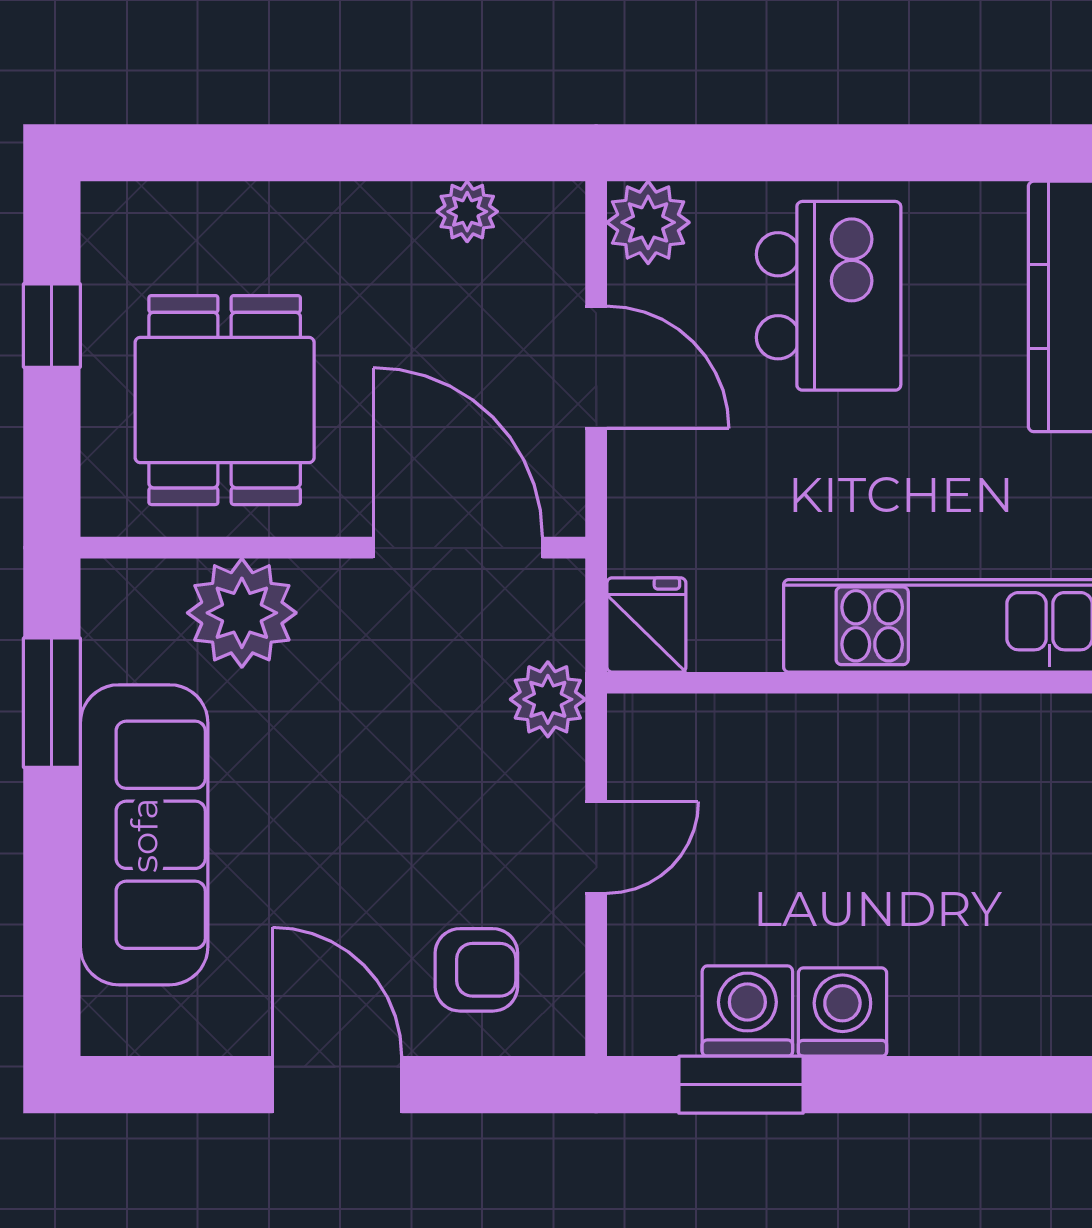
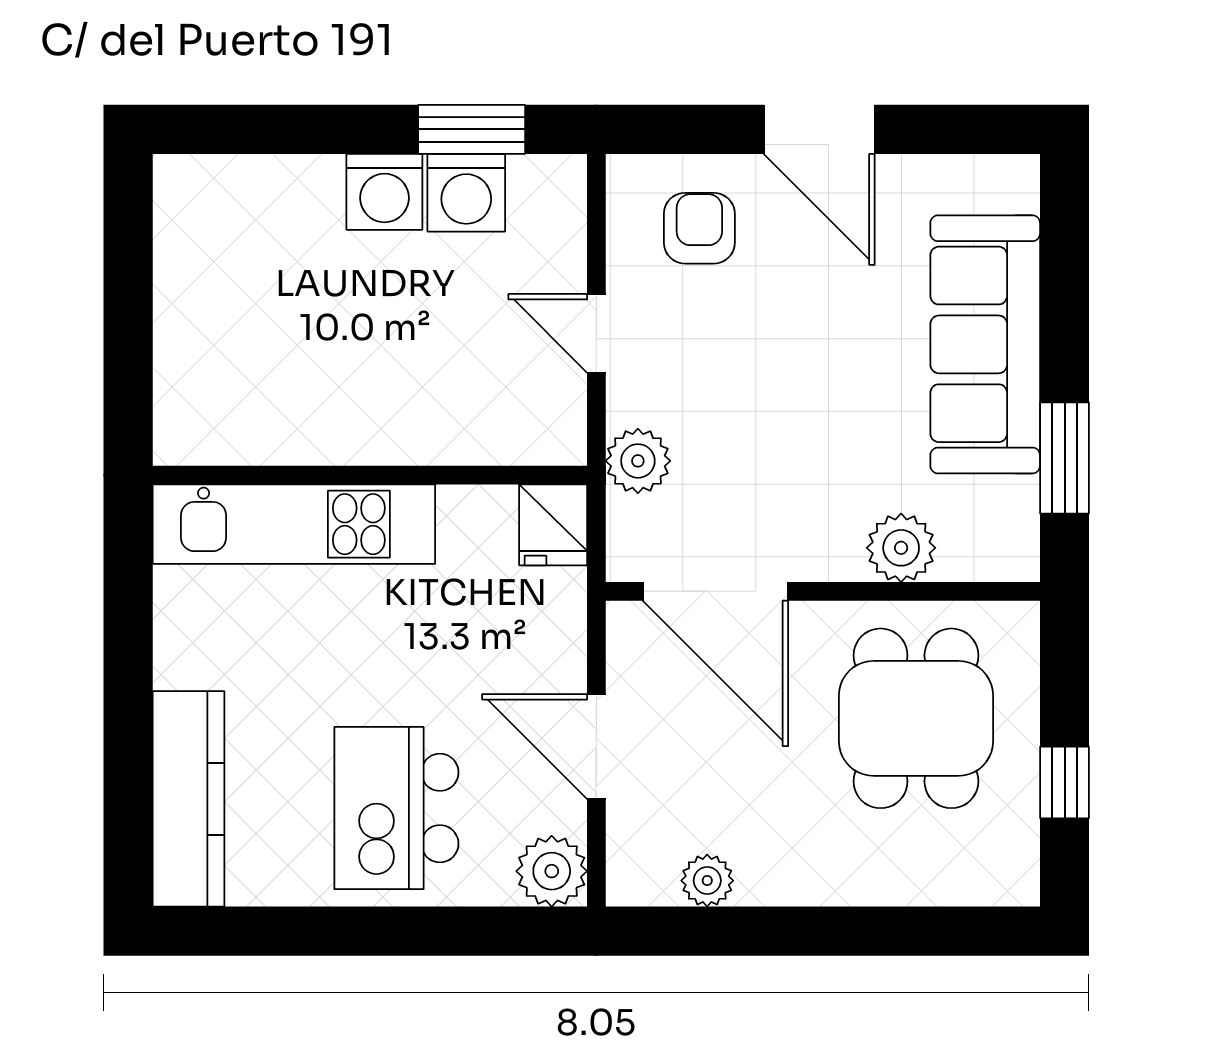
plant: (242, 613) -> (901, 548), width x0.73, depth x0.73
door: (596, 848) -> (596, 333), hinge flipped
armchair: (476, 970) -> (699, 228), turned 90

